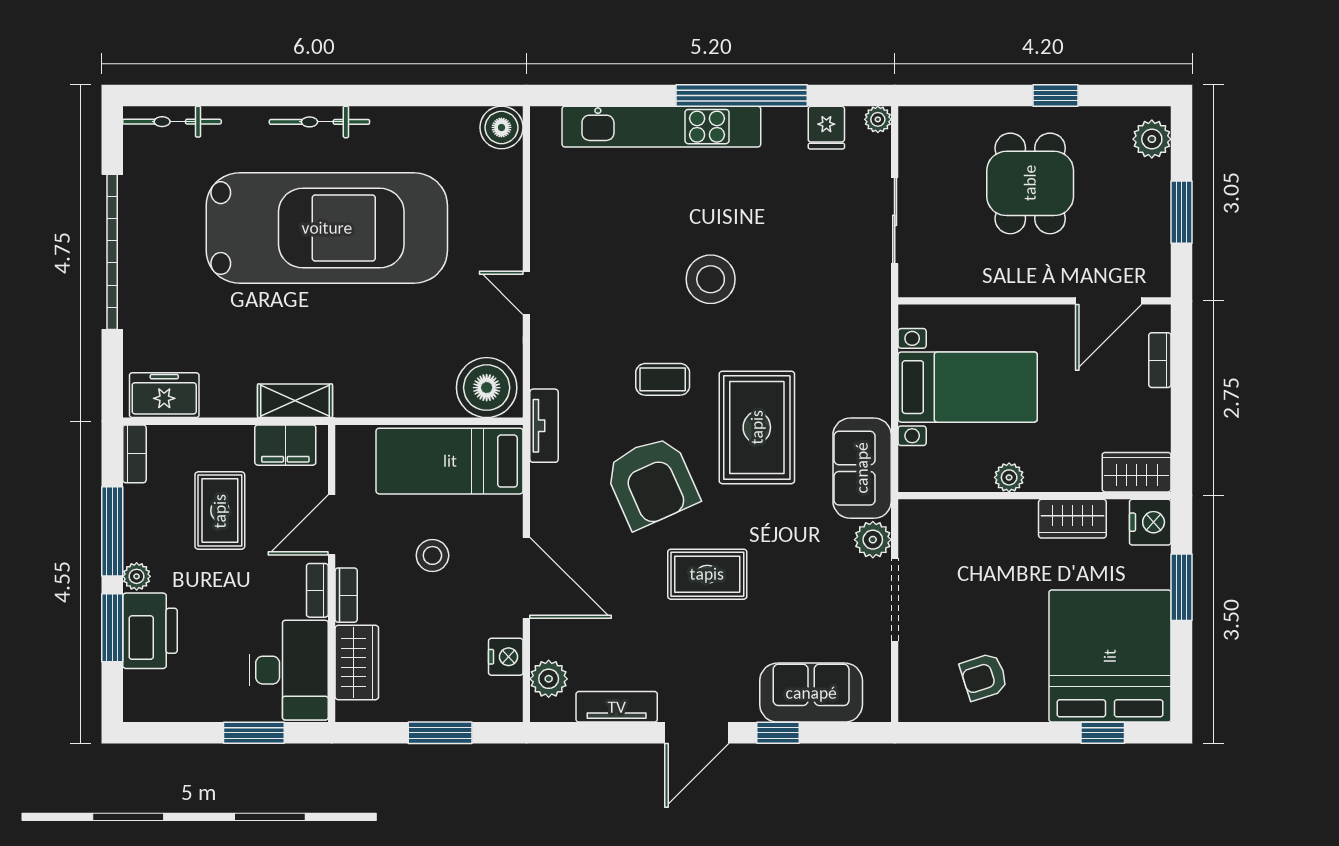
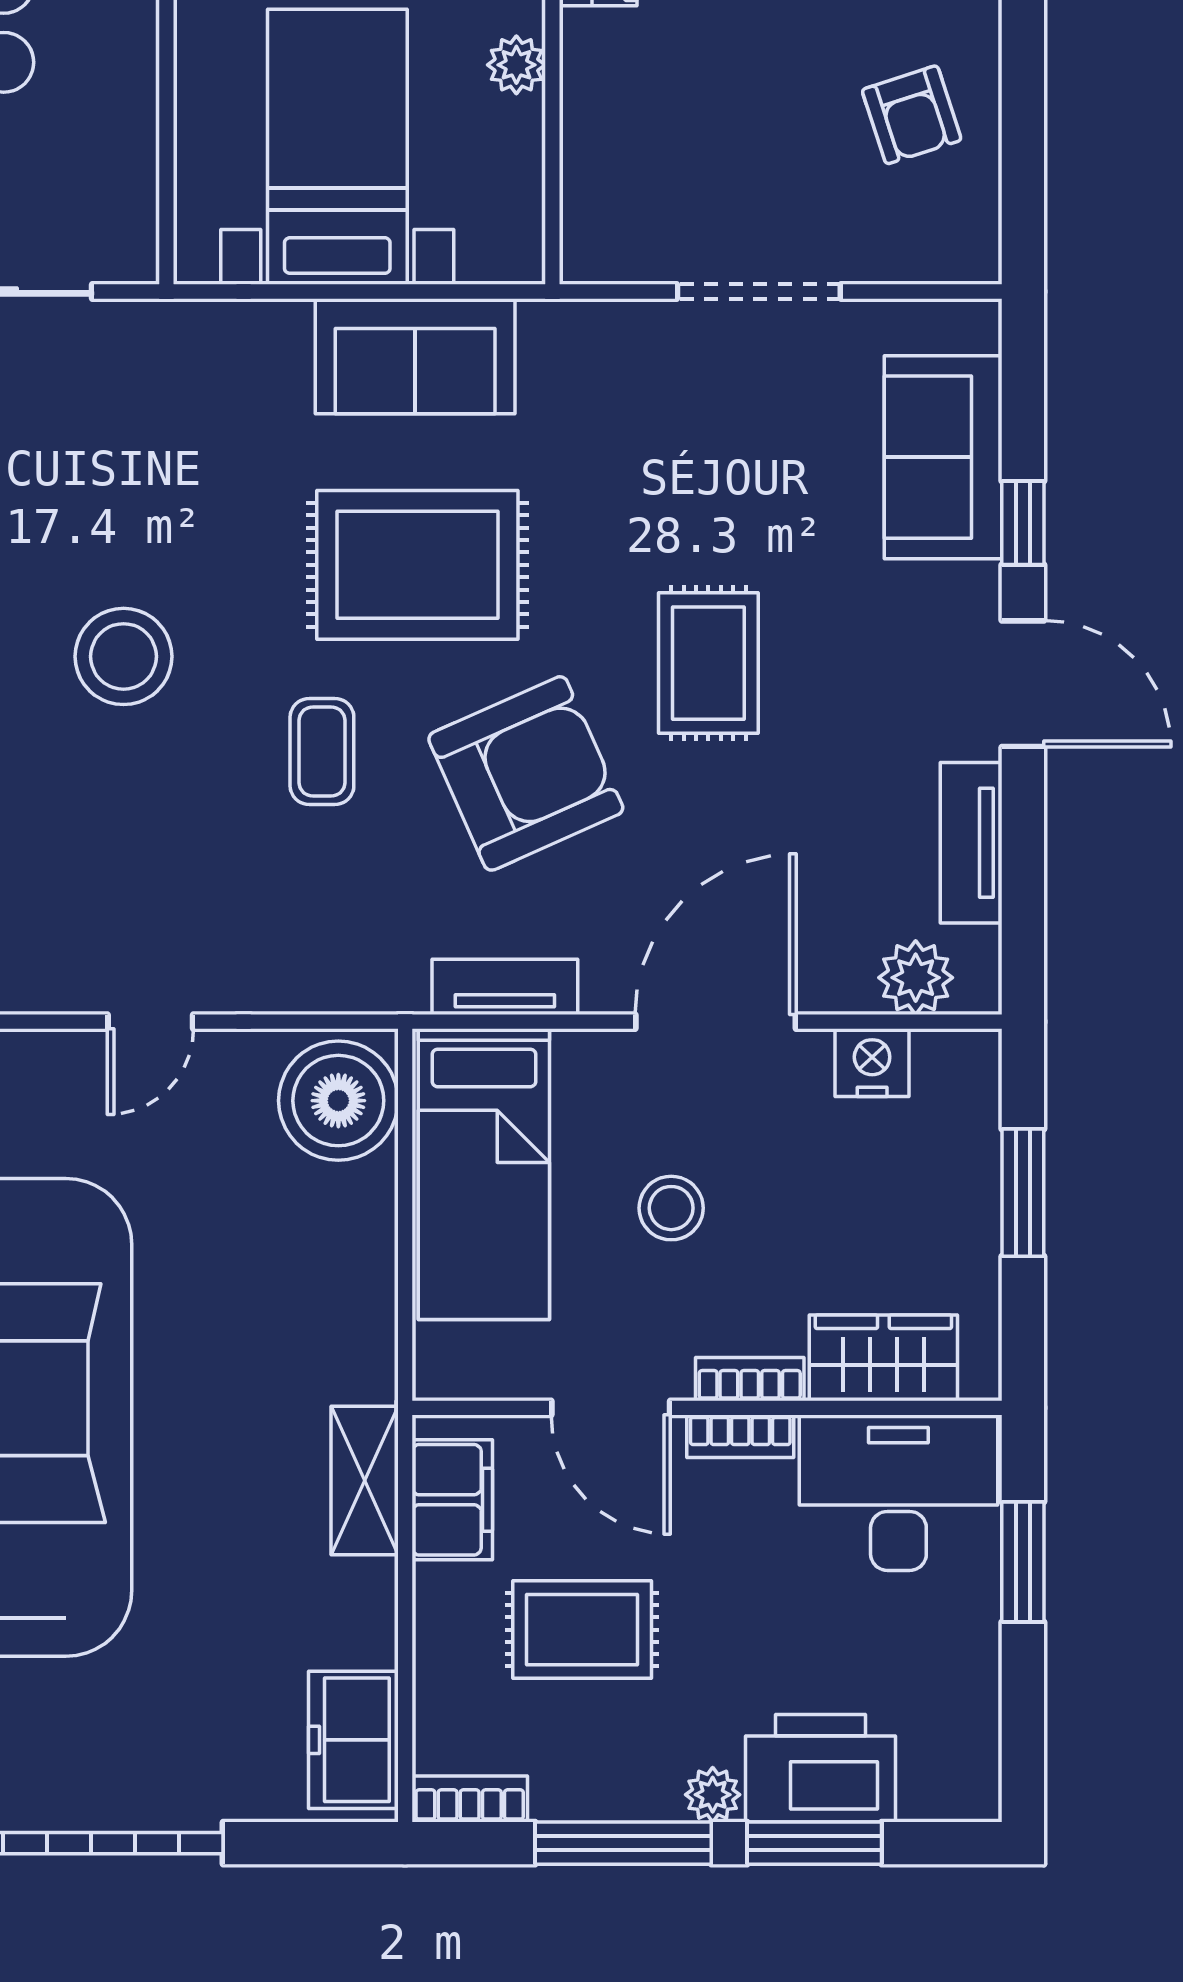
tv unit: (544, 426) -> (505, 987), moved
sofa: (862, 468) -> (415, 356), moved
plant: (873, 540) -> (640, 335), removed

